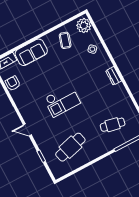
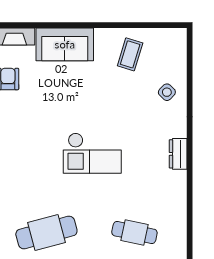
plant: (84, 26) -> (173, 46), removed
checkout: (62, 101) -> (92, 153), moved

